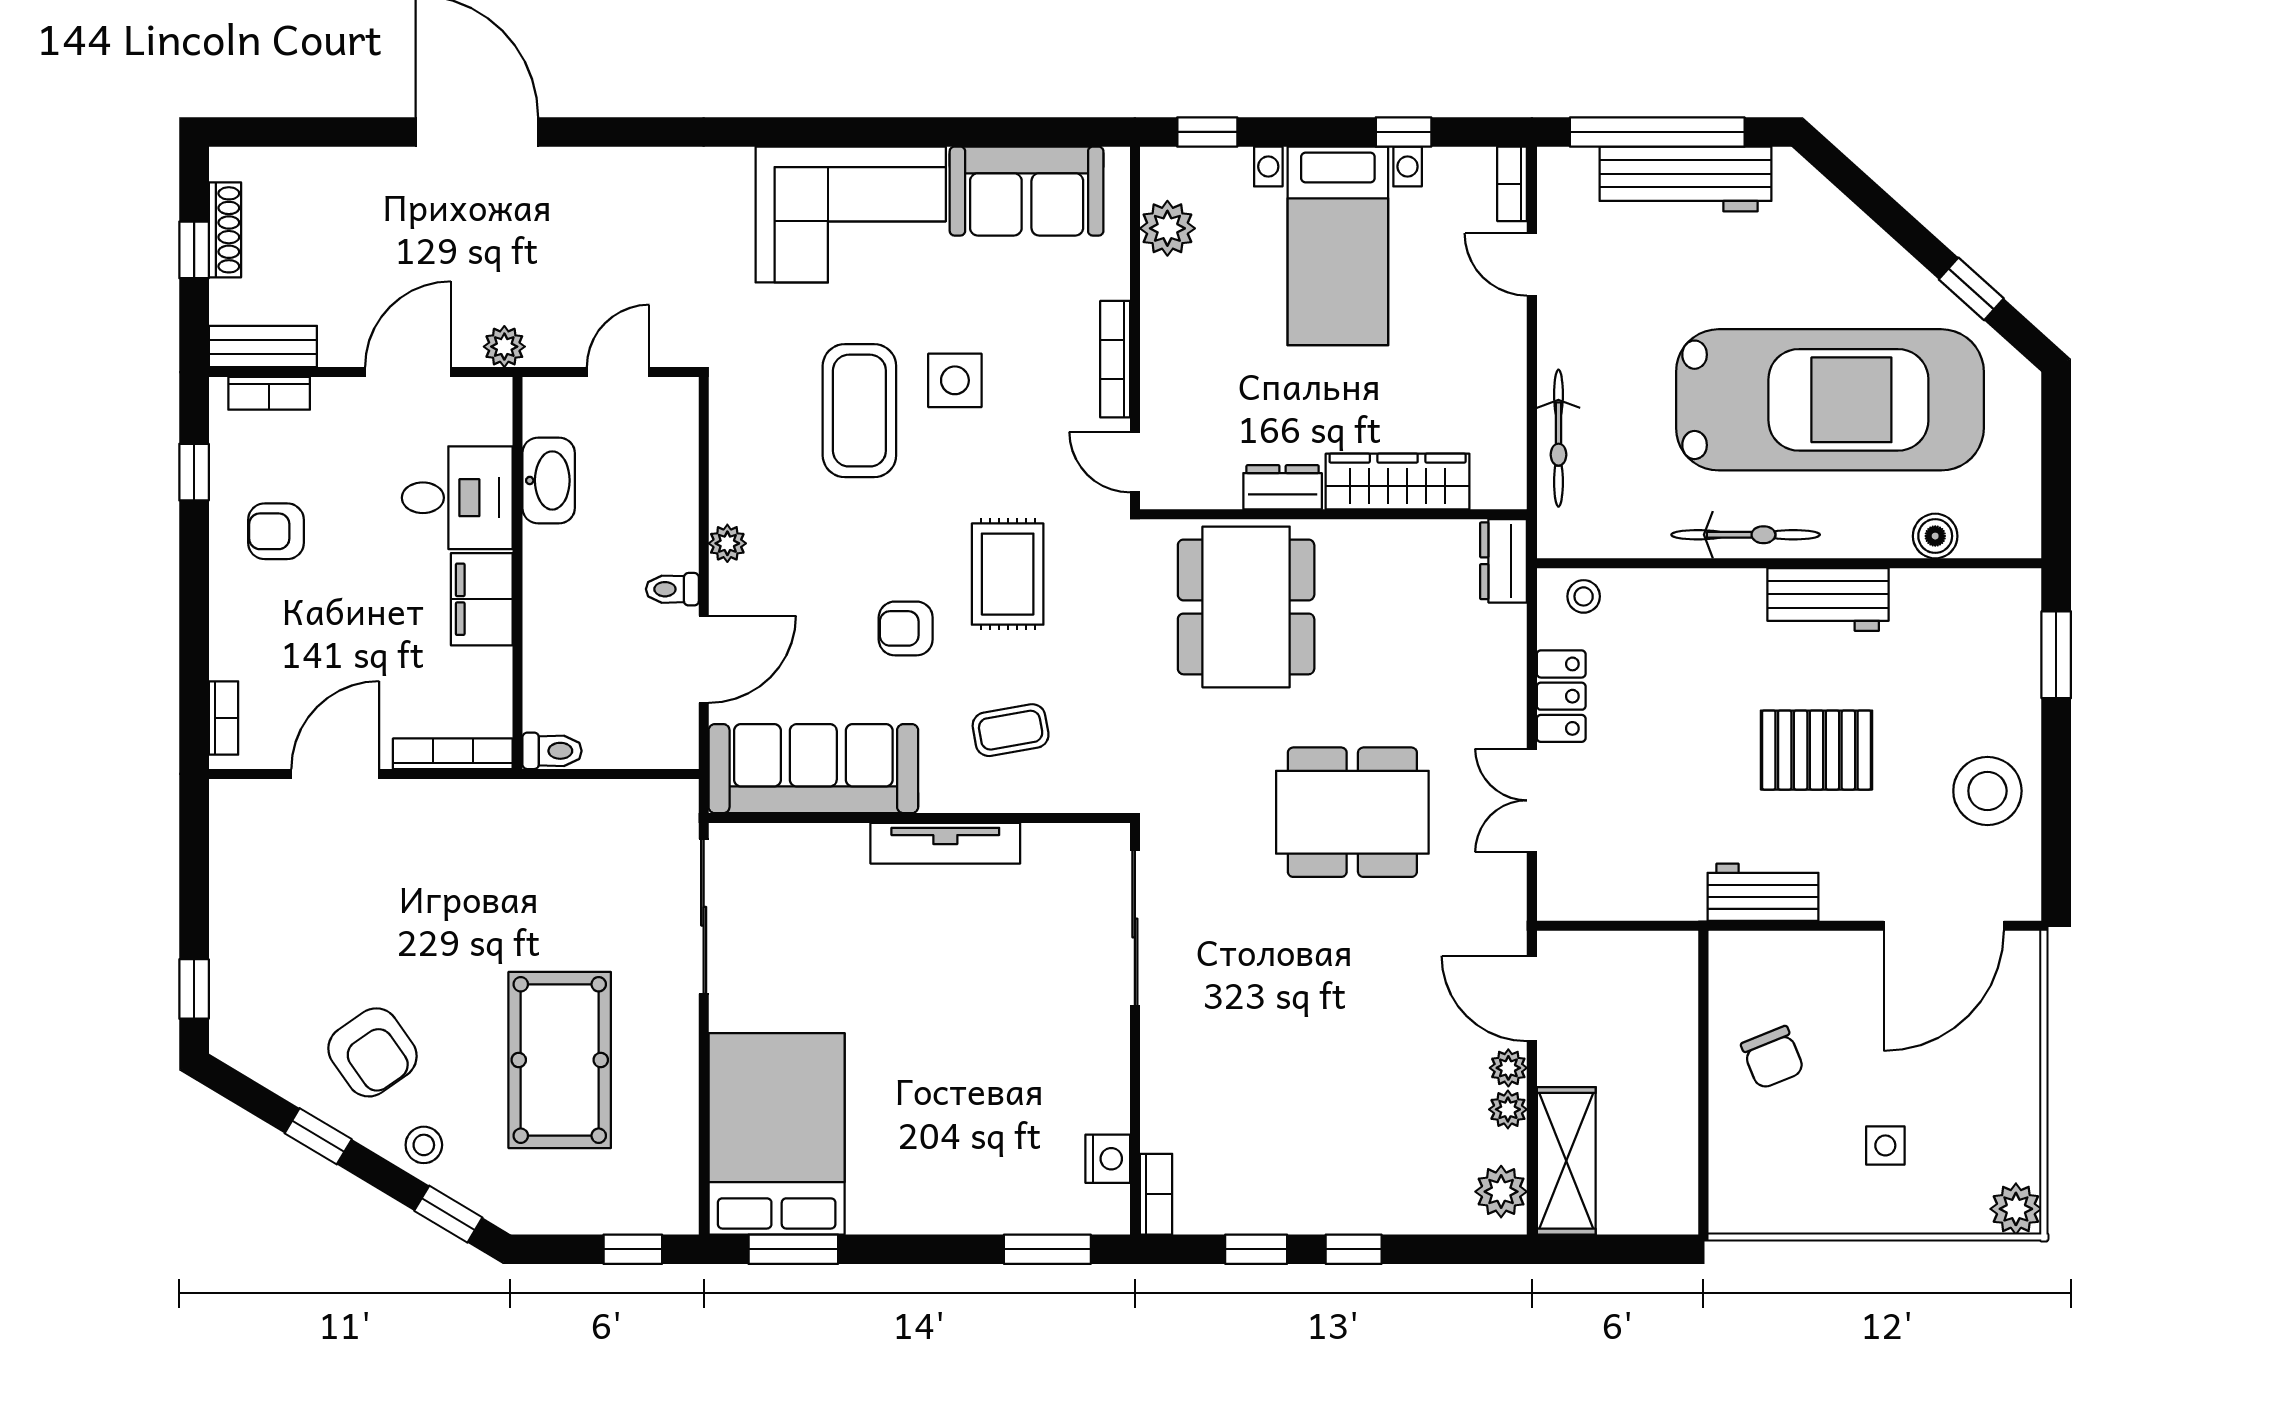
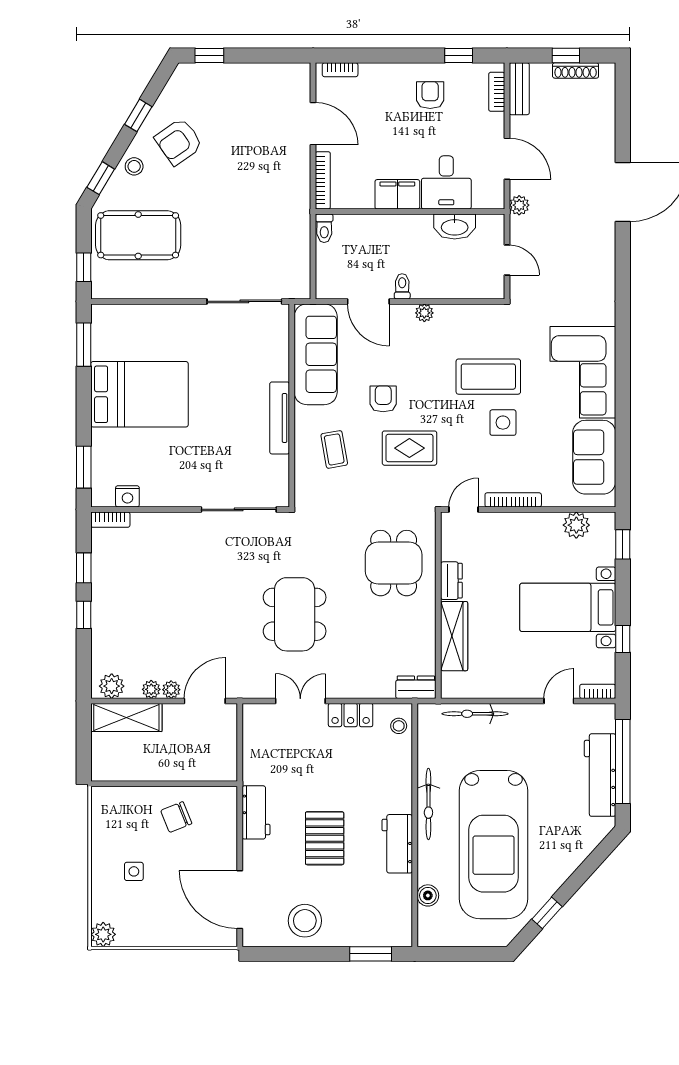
dining table: (1246, 607) -> (394, 563), width x0.73
pool table: (560, 1060) -> (138, 235), moved
bed: (777, 1134) -> (139, 394), moved

